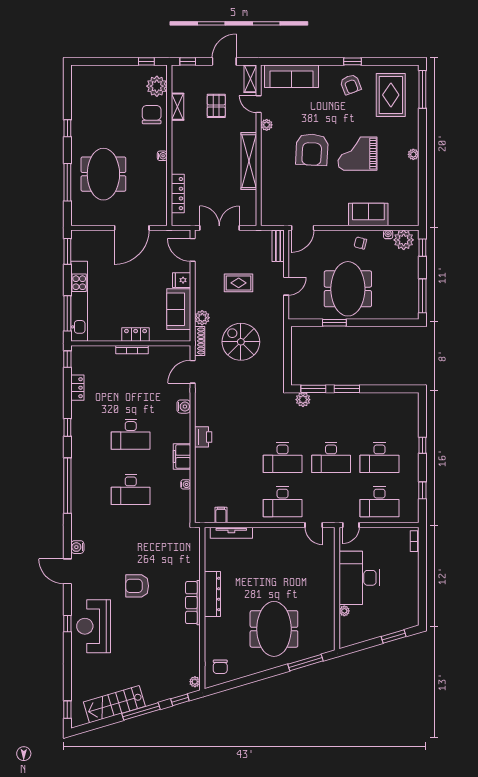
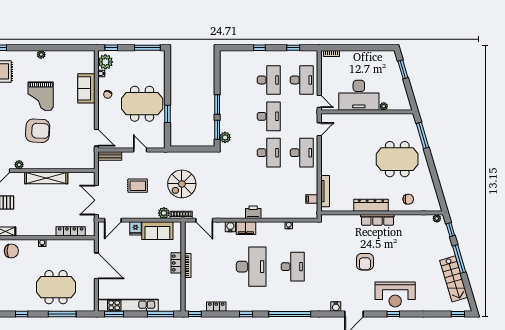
chair: (152, 115) -> (11, 251), turned 180
rug: (239, 283) -> (138, 186), turned 90
kitchen unit: (79, 301) -> (128, 305), moved
desk: (131, 434) -> (251, 267), width x1.36, depth x1.30
filing cabinet: (182, 456) -> (246, 228), moved
chair: (220, 667) -> (408, 199), moved

